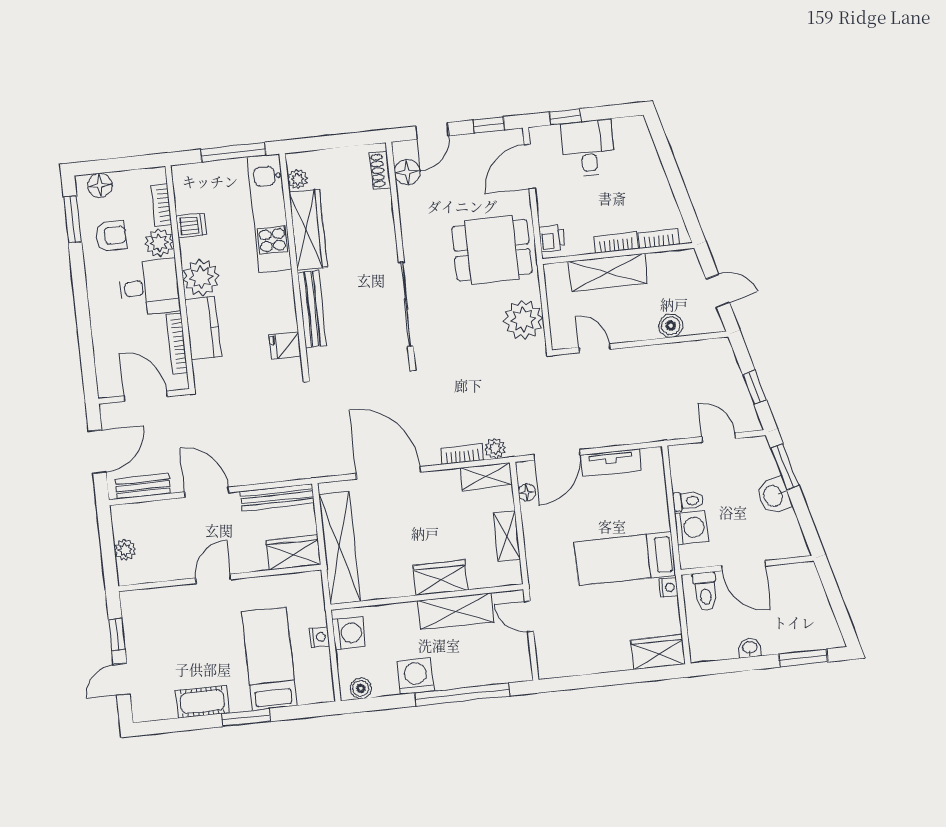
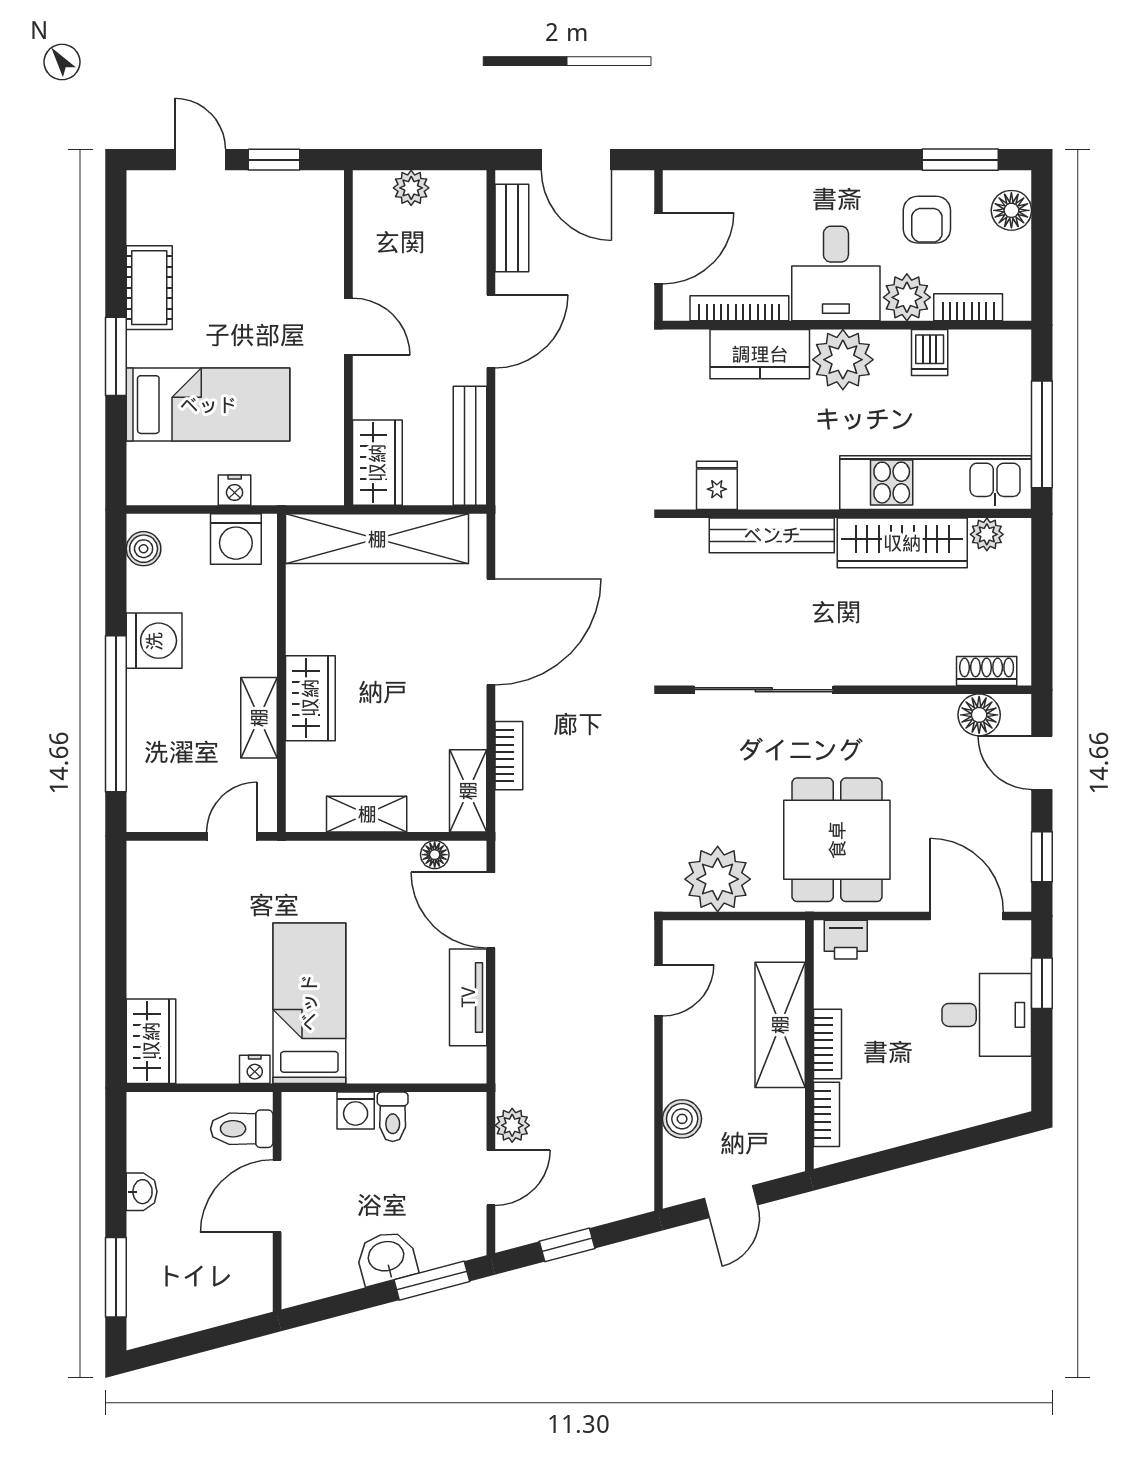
plant: (495, 448) -> (512, 1125), moved
washing machine: (692, 528) -> (356, 1111), width x0.73, depth x0.73
shelving: (456, 611) -> (259, 718), width x0.67, depth x0.75

